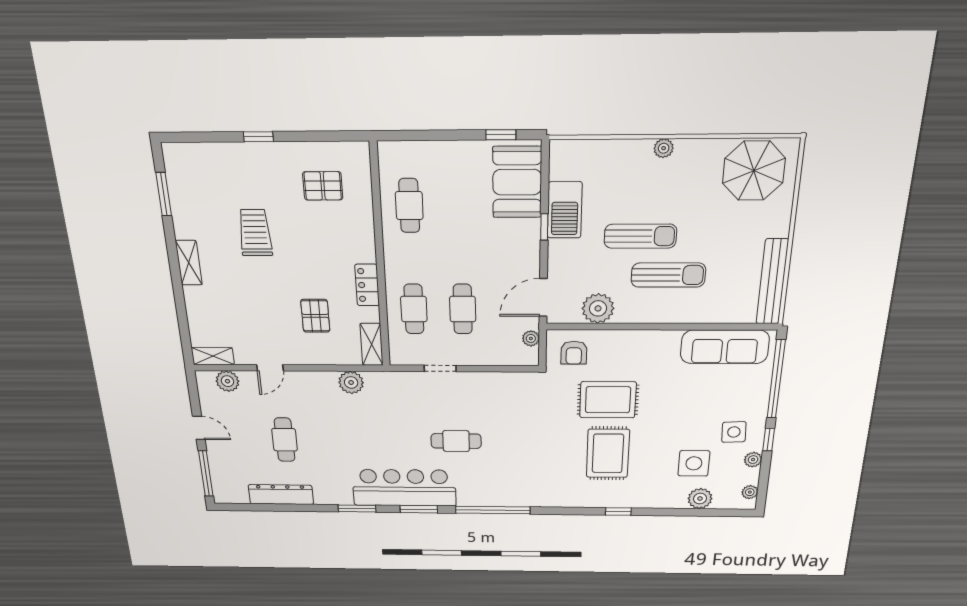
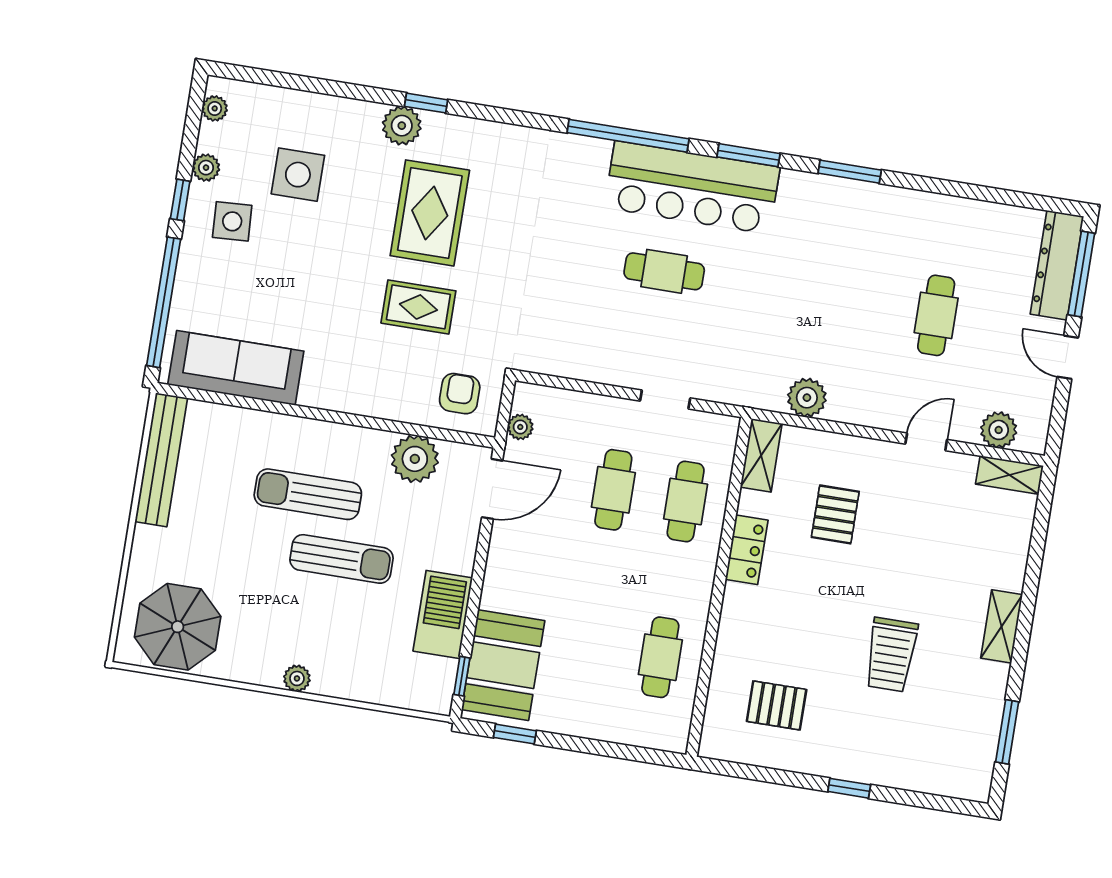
window: (544, 227) -> (462, 676), moved
sun lounger: (640, 236) -> (342, 559), turned 180
rug: (608, 400) -> (418, 307), width x0.73, depth x0.70
bar counter: (404, 488) -> (692, 187), moved
dresser: (281, 495) -> (1057, 265), moved, turned 90
plant: (700, 499) -> (402, 126), moved

